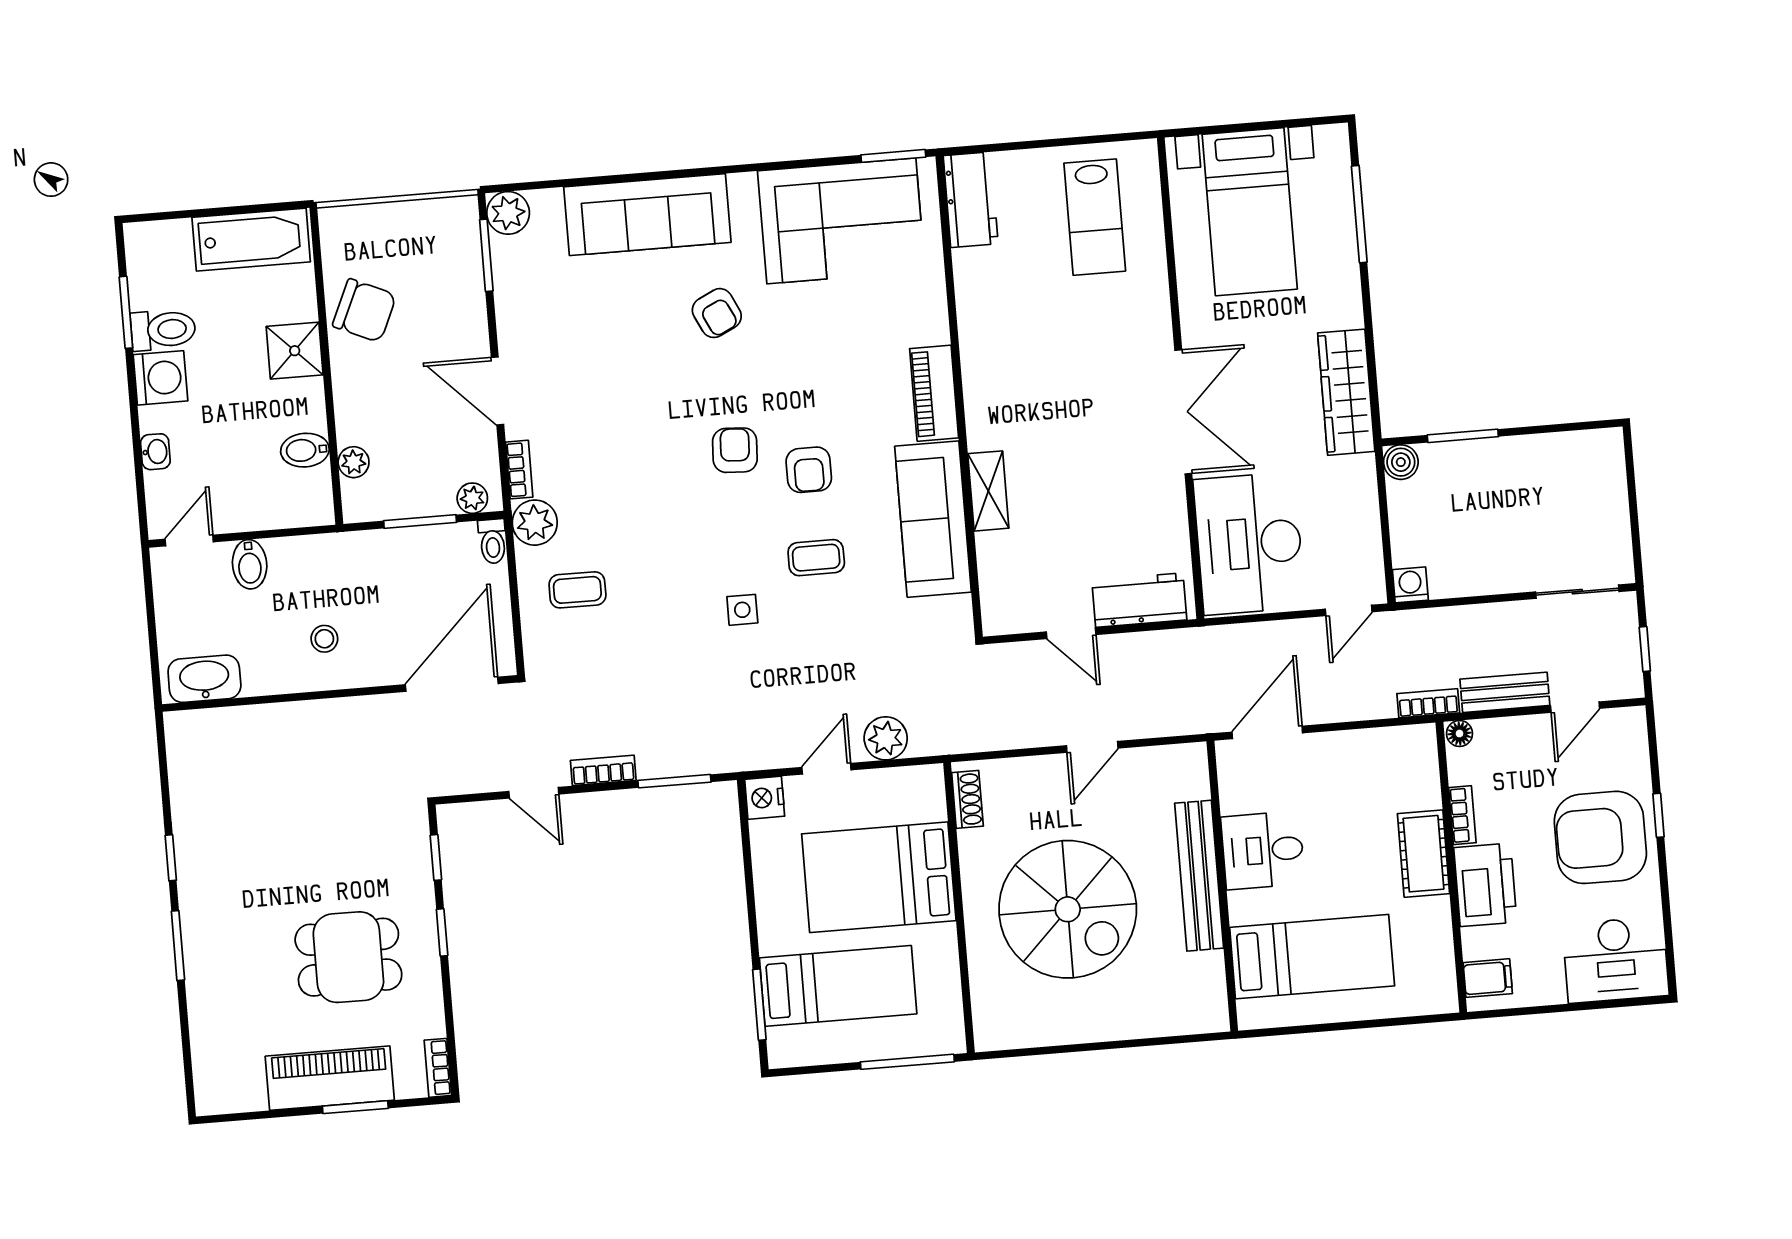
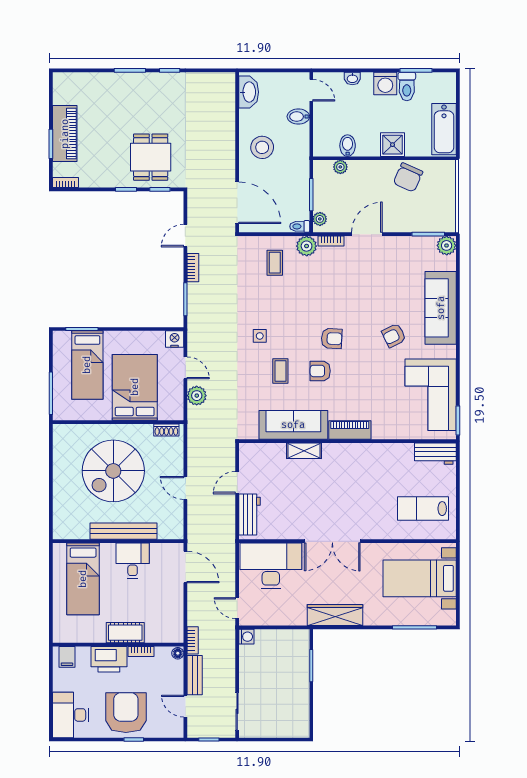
boiler: (1401, 462) -> (302, 637), removed
stool: (324, 639) -> (262, 147), width x1.89, depth x1.89
dining table: (348, 957) -> (151, 157), moved

